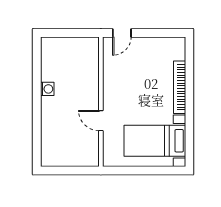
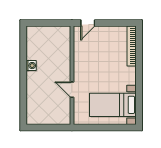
bookcase: (180, 87) -> (132, 46), moved

